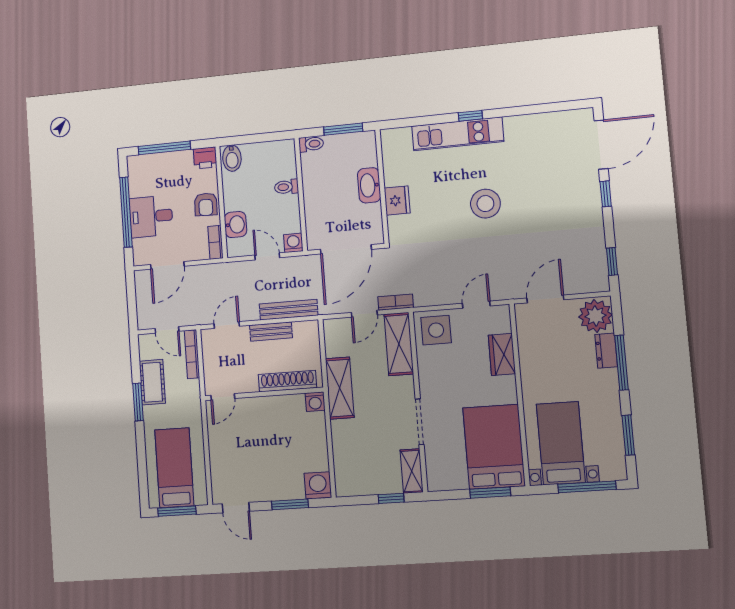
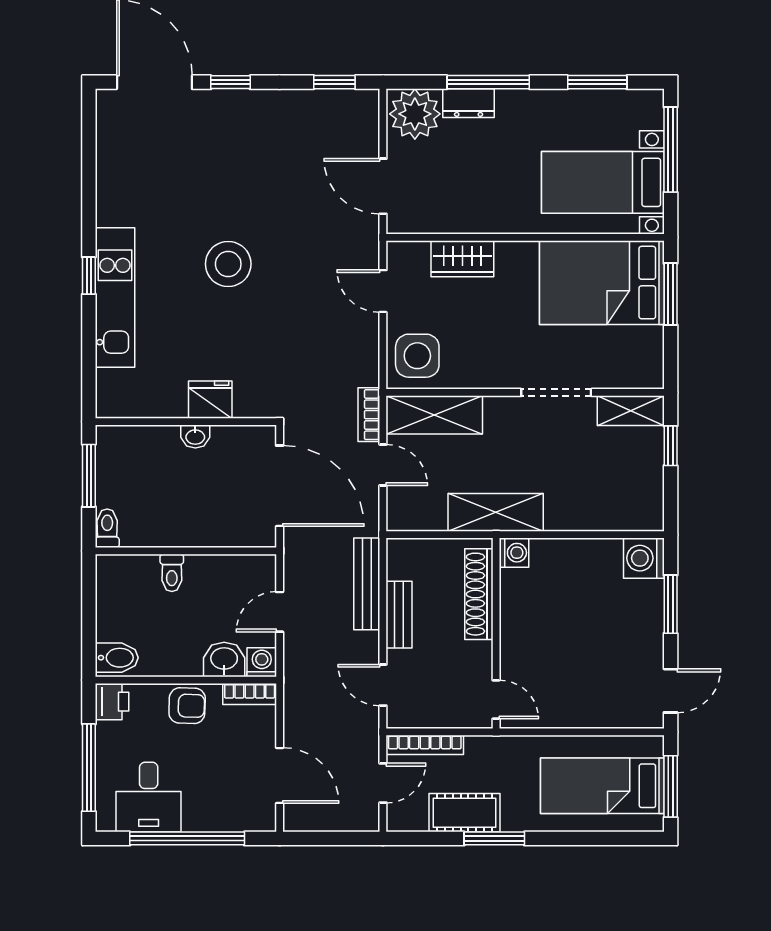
washbasin: (369, 185) -> (195, 436), width x0.52, depth x0.69
desk: (151, 216) -> (149, 797), moved
washing machine: (293, 243) -> (262, 662), moved, turned 90

